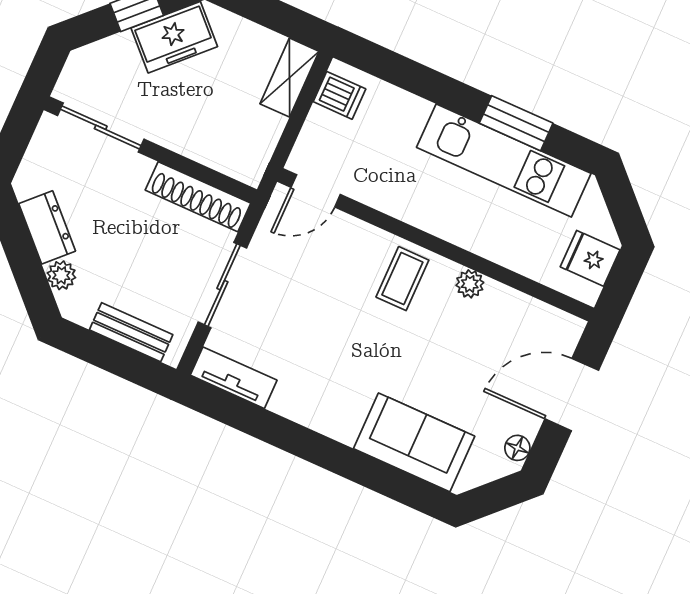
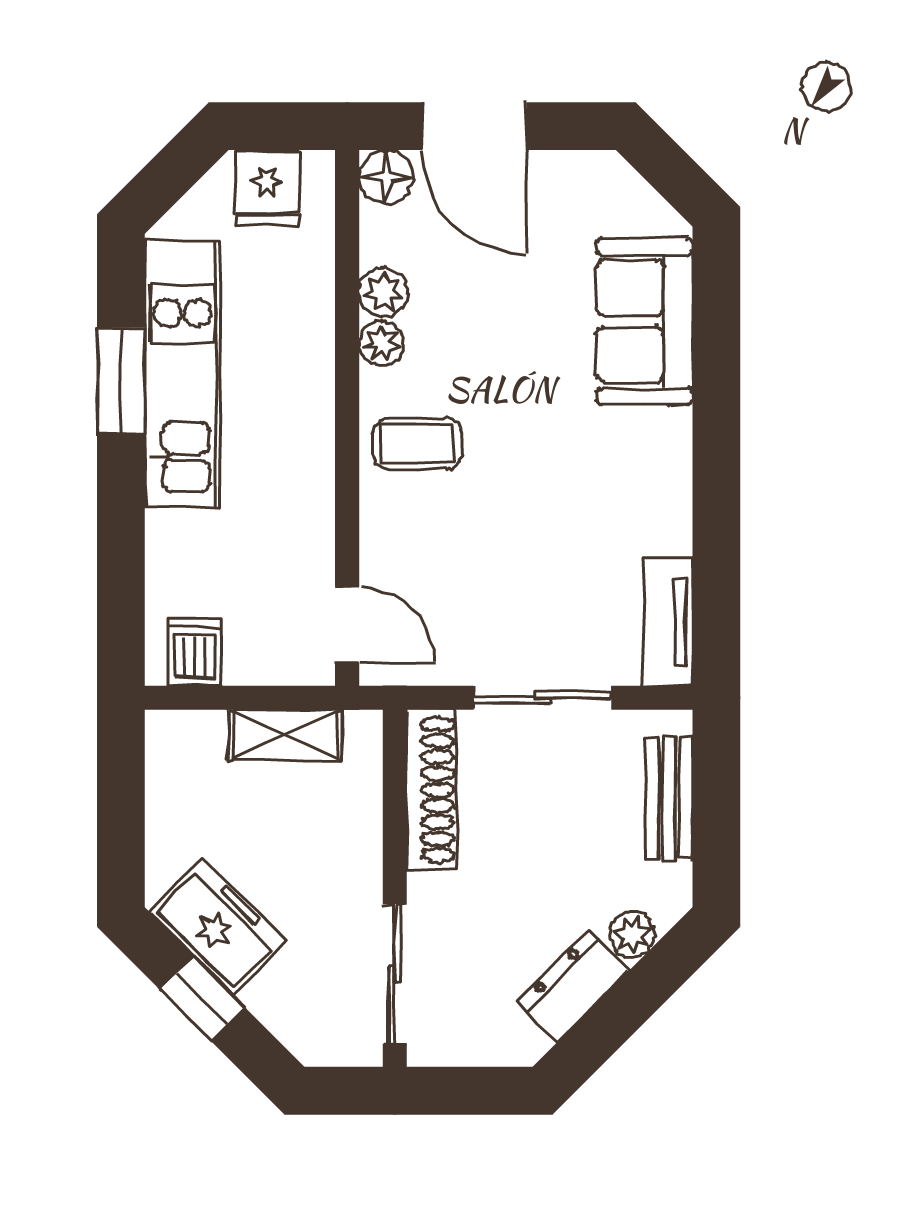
shelving: (290, 78) -> (285, 735), moved
plant: (499, 299) -> (384, 292), added
floor lamp: (517, 448) -> (386, 177), moved, width x1.37, depth x1.37

